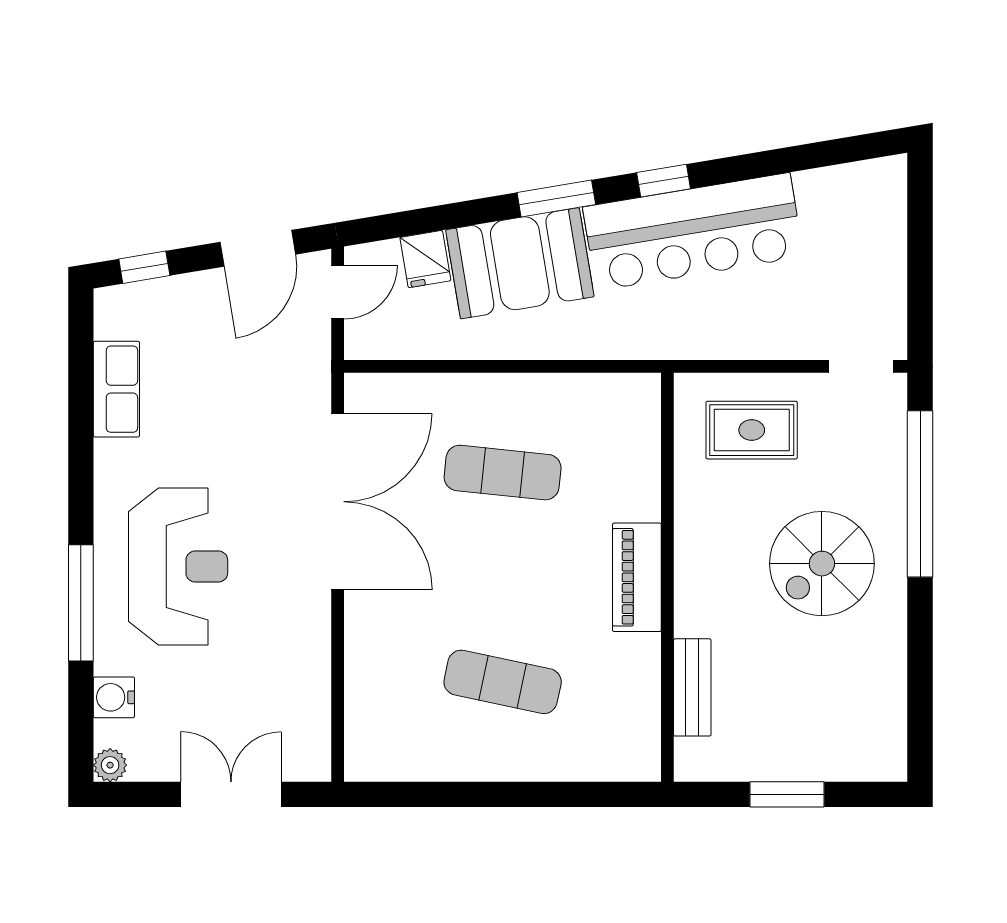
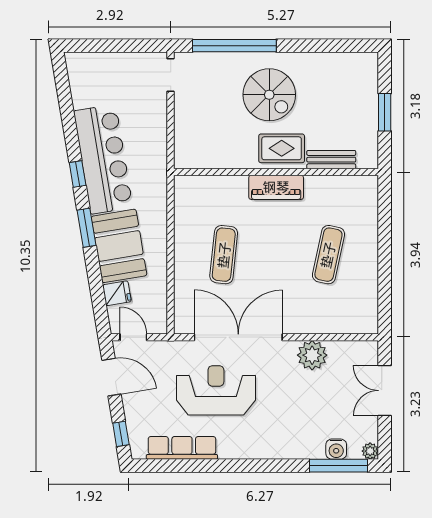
row of seats: (116, 389) -> (182, 448), width x1.48
rug: (752, 430) -> (282, 148), moved, turned 90
reception desk: (178, 567) -> (216, 390), moved
window: (81, 603) -> (339, 466), moved
plant: (302, 649) -> (312, 355), added

